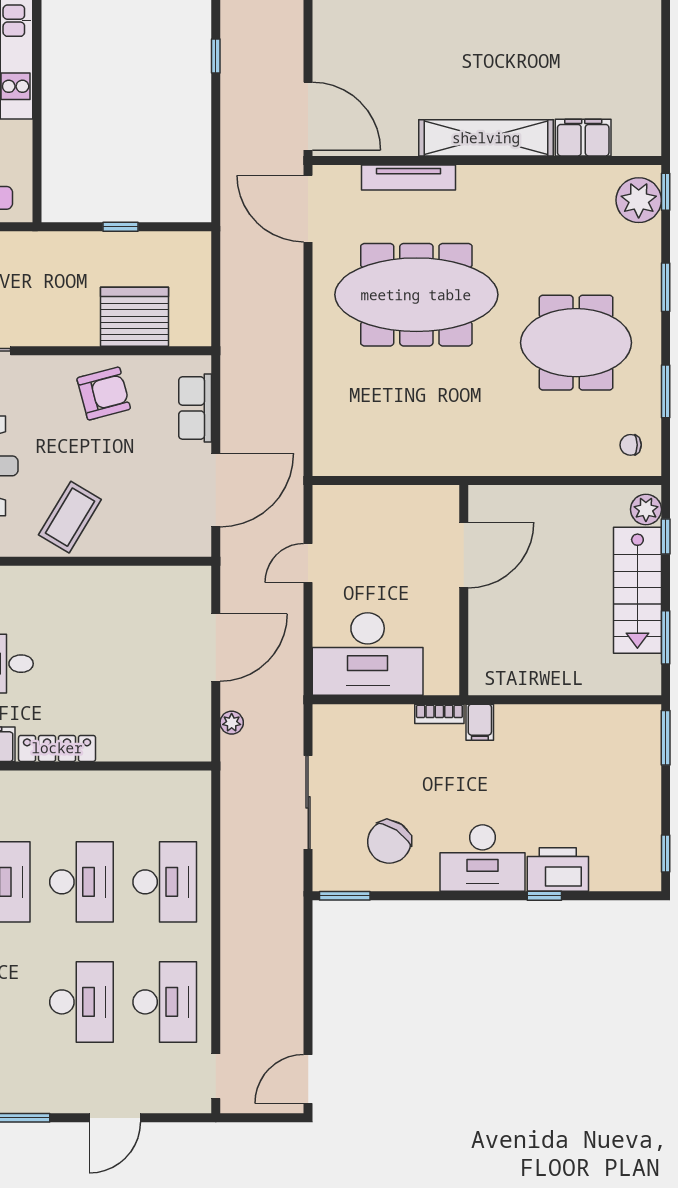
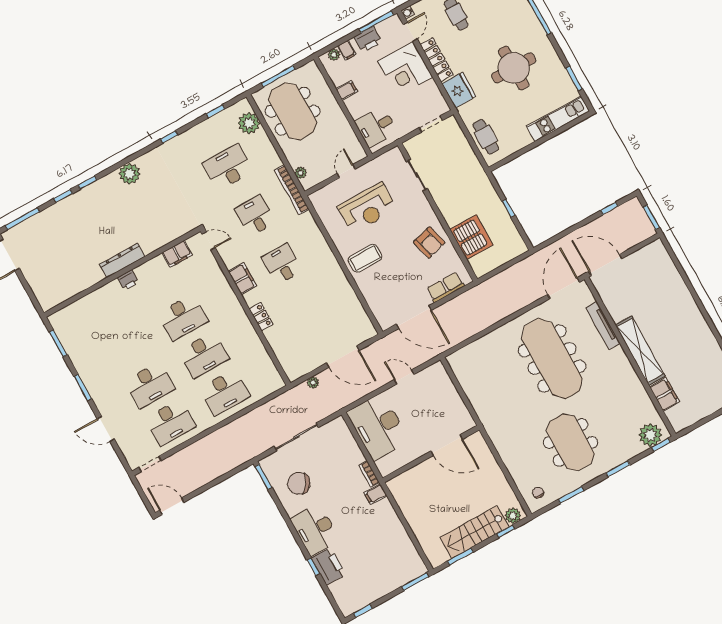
door: (308, 116) -> (605, 265), swing flipped
coffee table: (70, 517) -> (365, 258), turned -31
locker: (57, 748) -> (261, 317), width x0.66

